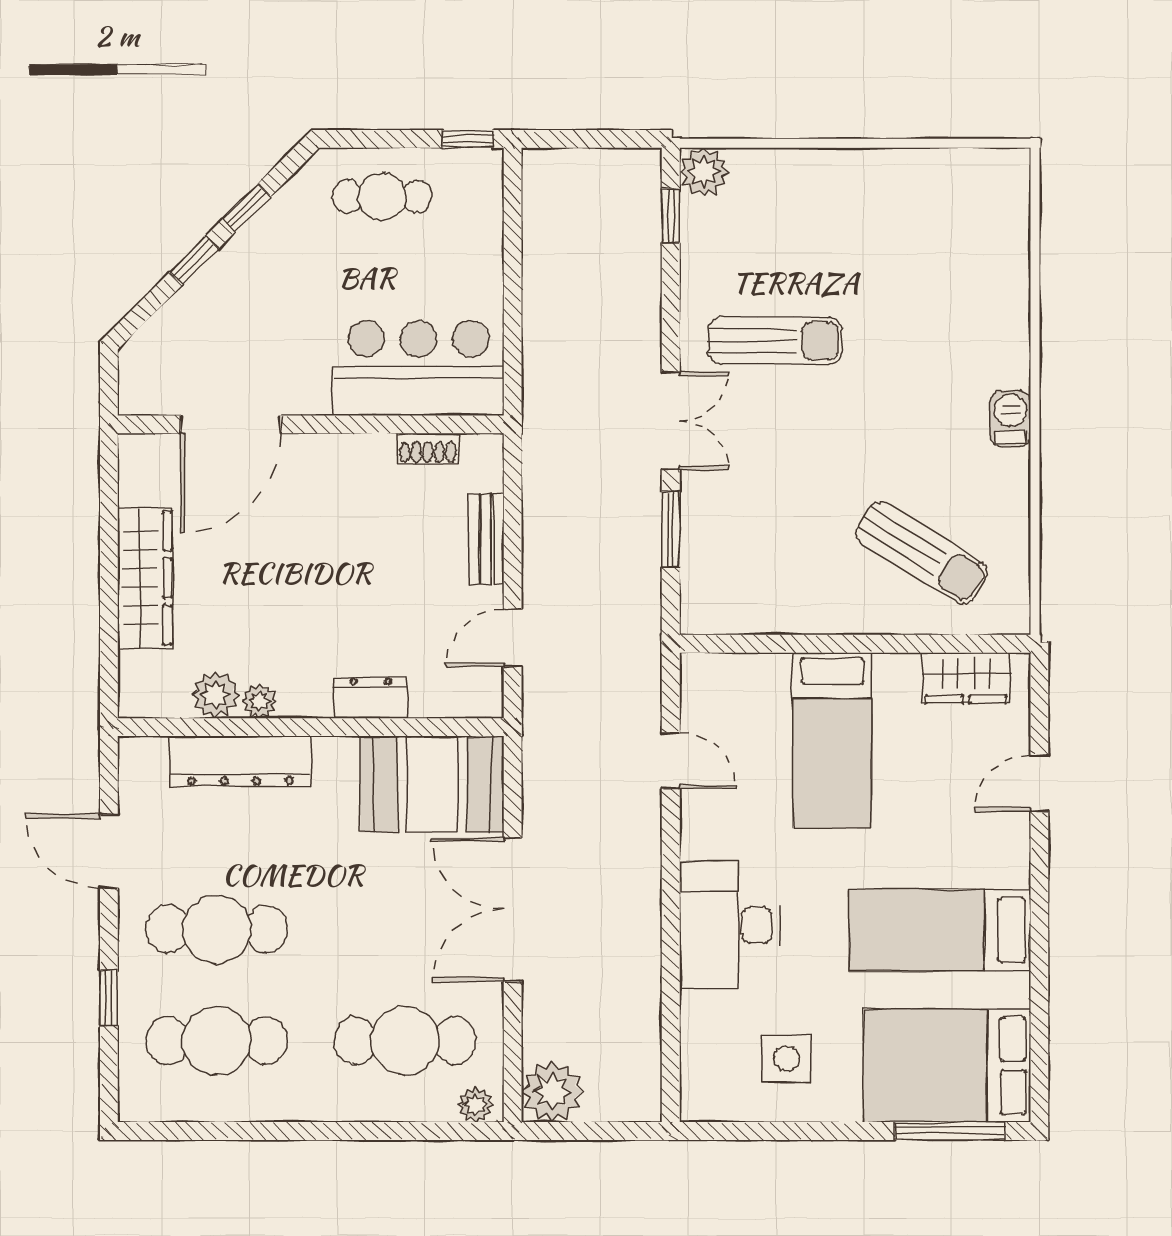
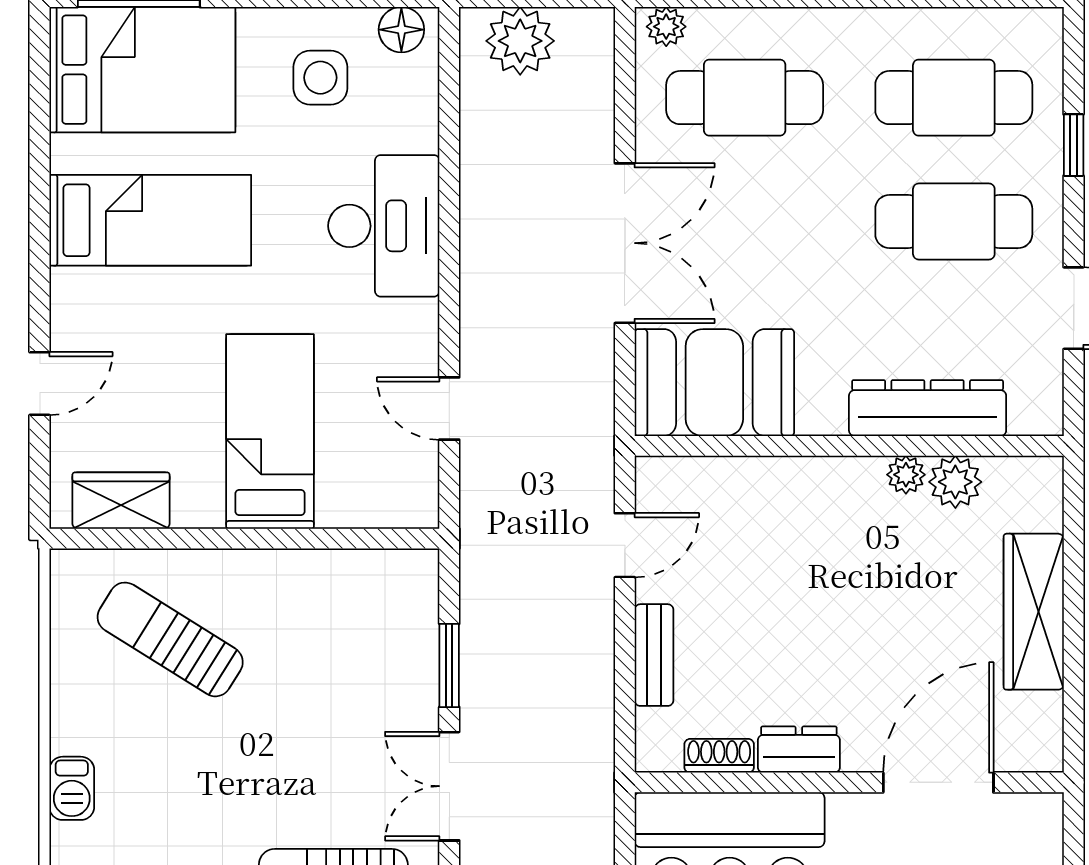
dresser: (371, 698) -> (799, 750), moved, turned 180
plant: (552, 1092) -> (520, 41), moved
floor lamp: (714, 1102) -> (401, 30), added

